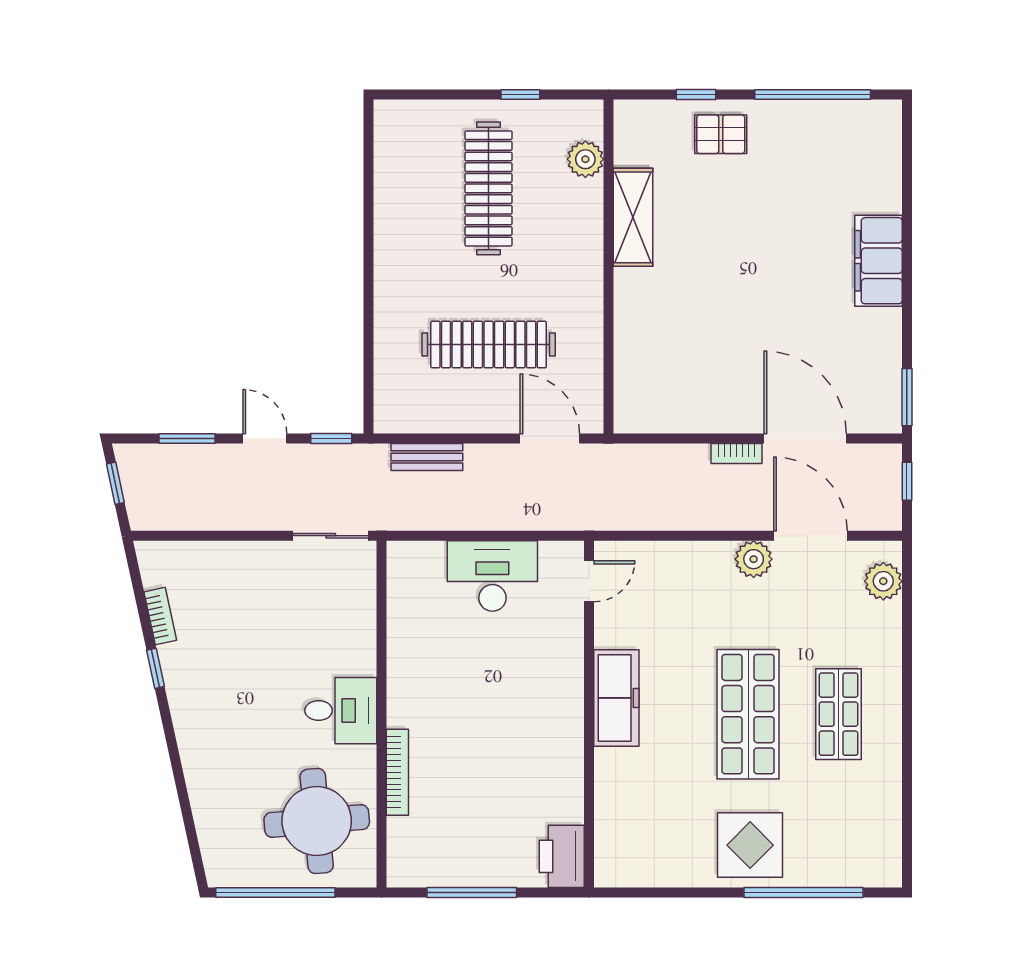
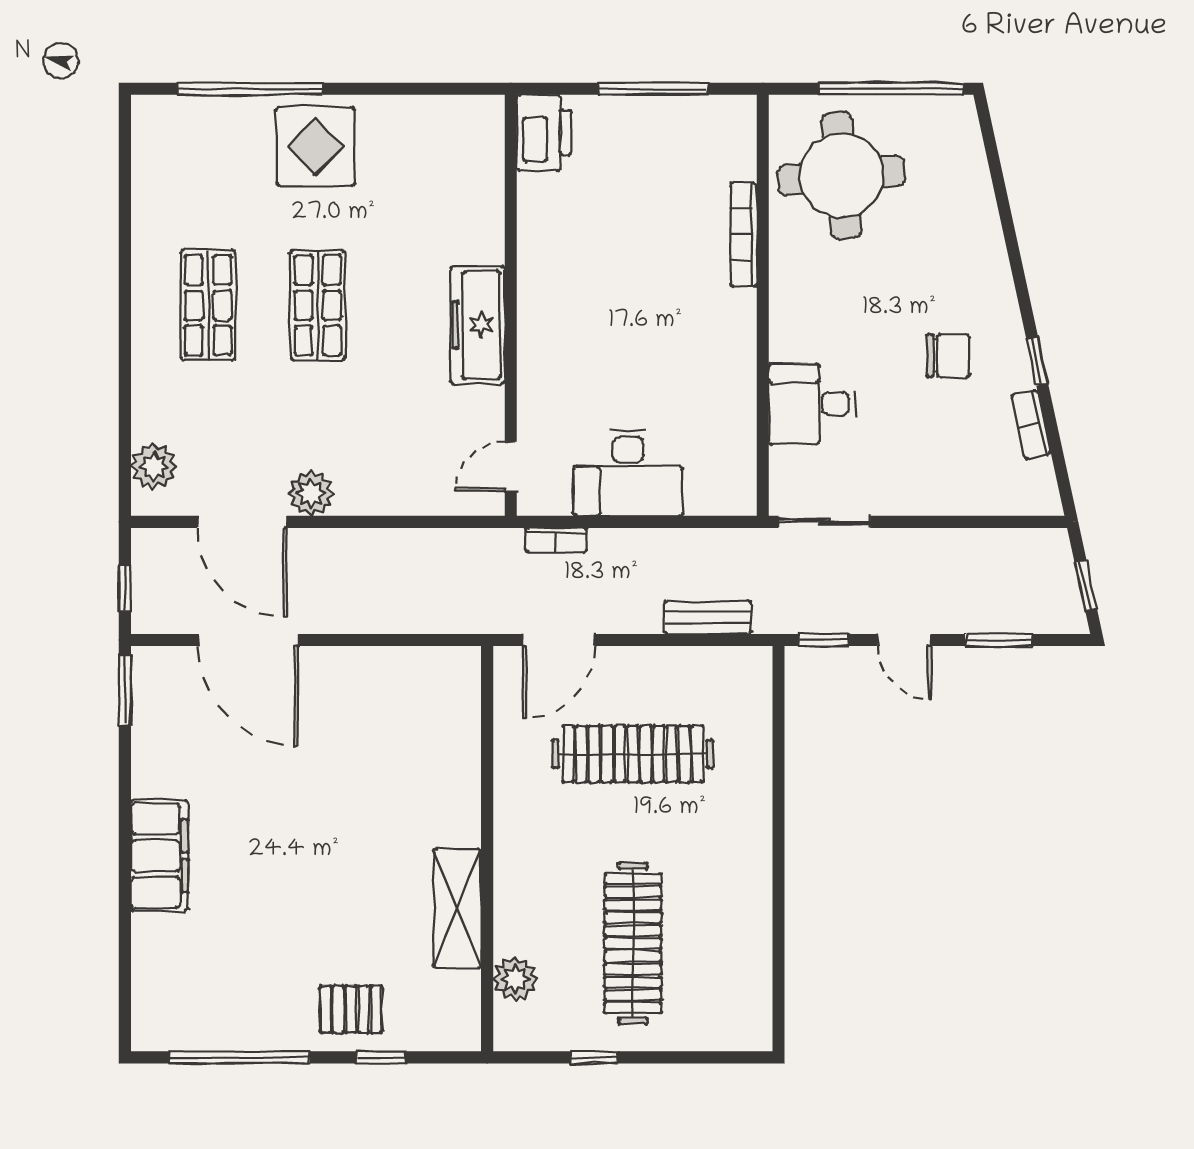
door: (550, 438) -> (559, 640), hinge flipped
bookcase: (736, 453) -> (556, 540), moved, turned 180
chair: (229, 673) -> (948, 356), added
desk: (341, 711) -> (812, 404), moved
shop shelf: (748, 714) -> (318, 305), width x0.70, depth x0.74

